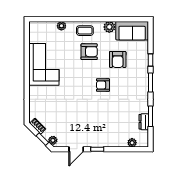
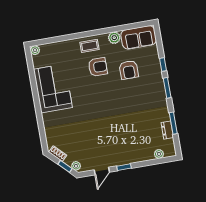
plant: (61, 26) -> (35, 50), moved
armchair: (103, 85) -> (118, 99), removed

